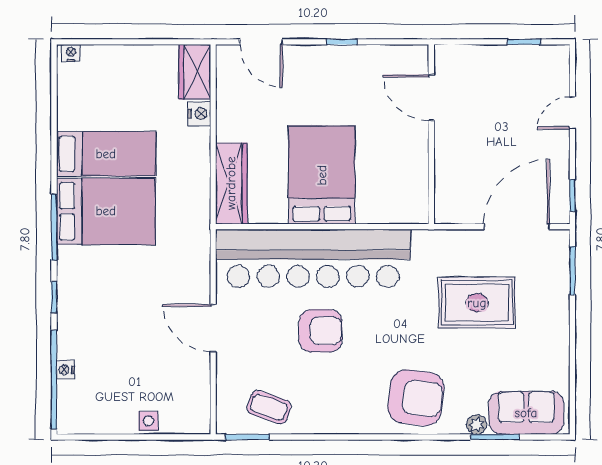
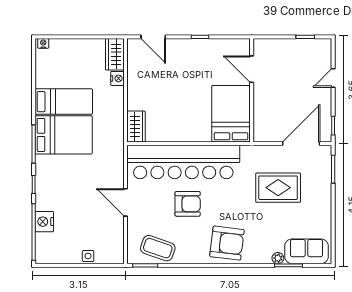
bed: (322, 175) -> (231, 114), moved
wardrobe: (231, 183) -> (136, 127), width x0.67
nightstand: (65, 370) -> (44, 222), width x1.89, depth x1.79
armchair: (416, 398) -> (227, 243), moved
coffee table: (269, 407) -> (158, 248), width x1.36, depth x1.30

